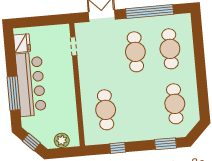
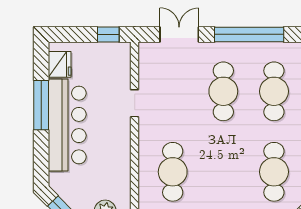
window: (53, 20) -> (108, 34), added
doorway: (74, 46) -> (135, 103), moved
window: (14, 93) -> (41, 105), moved

